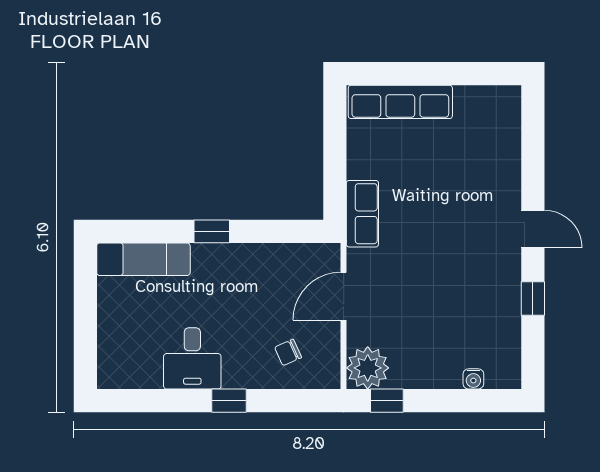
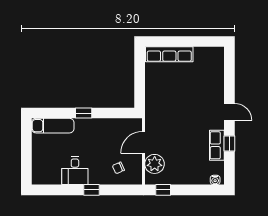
row of seats: (362, 214) -> (217, 145), moved, turned 180
plant: (368, 368) -> (155, 164), moved
water cooler: (473, 379) -> (215, 180), moved

